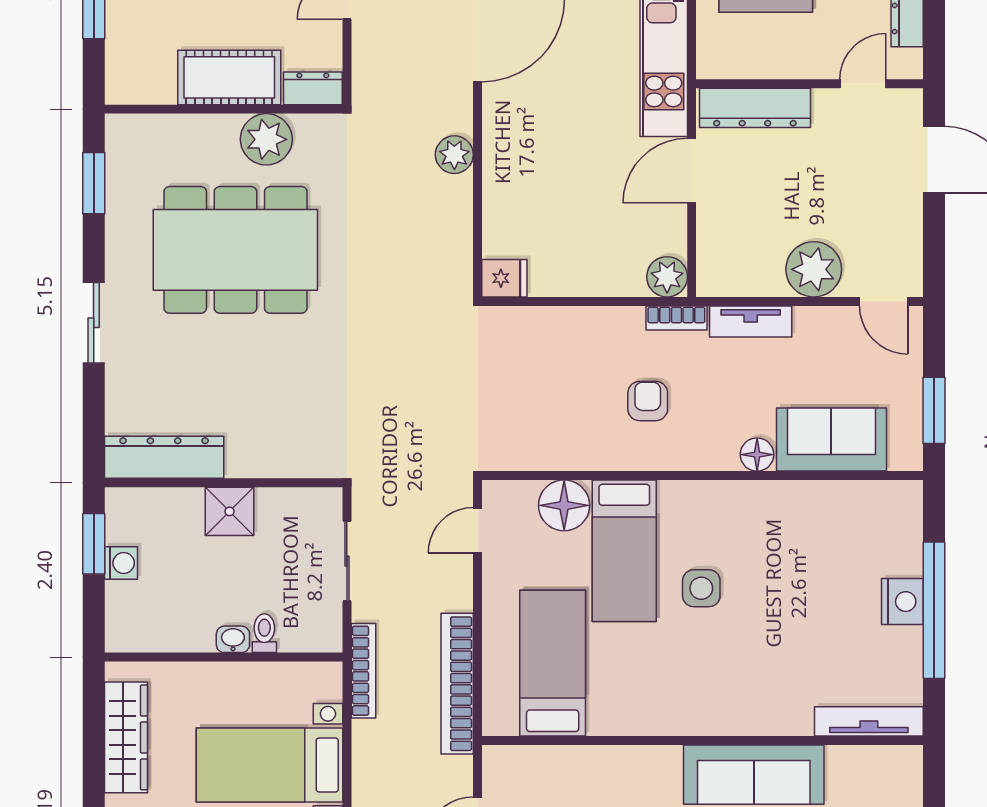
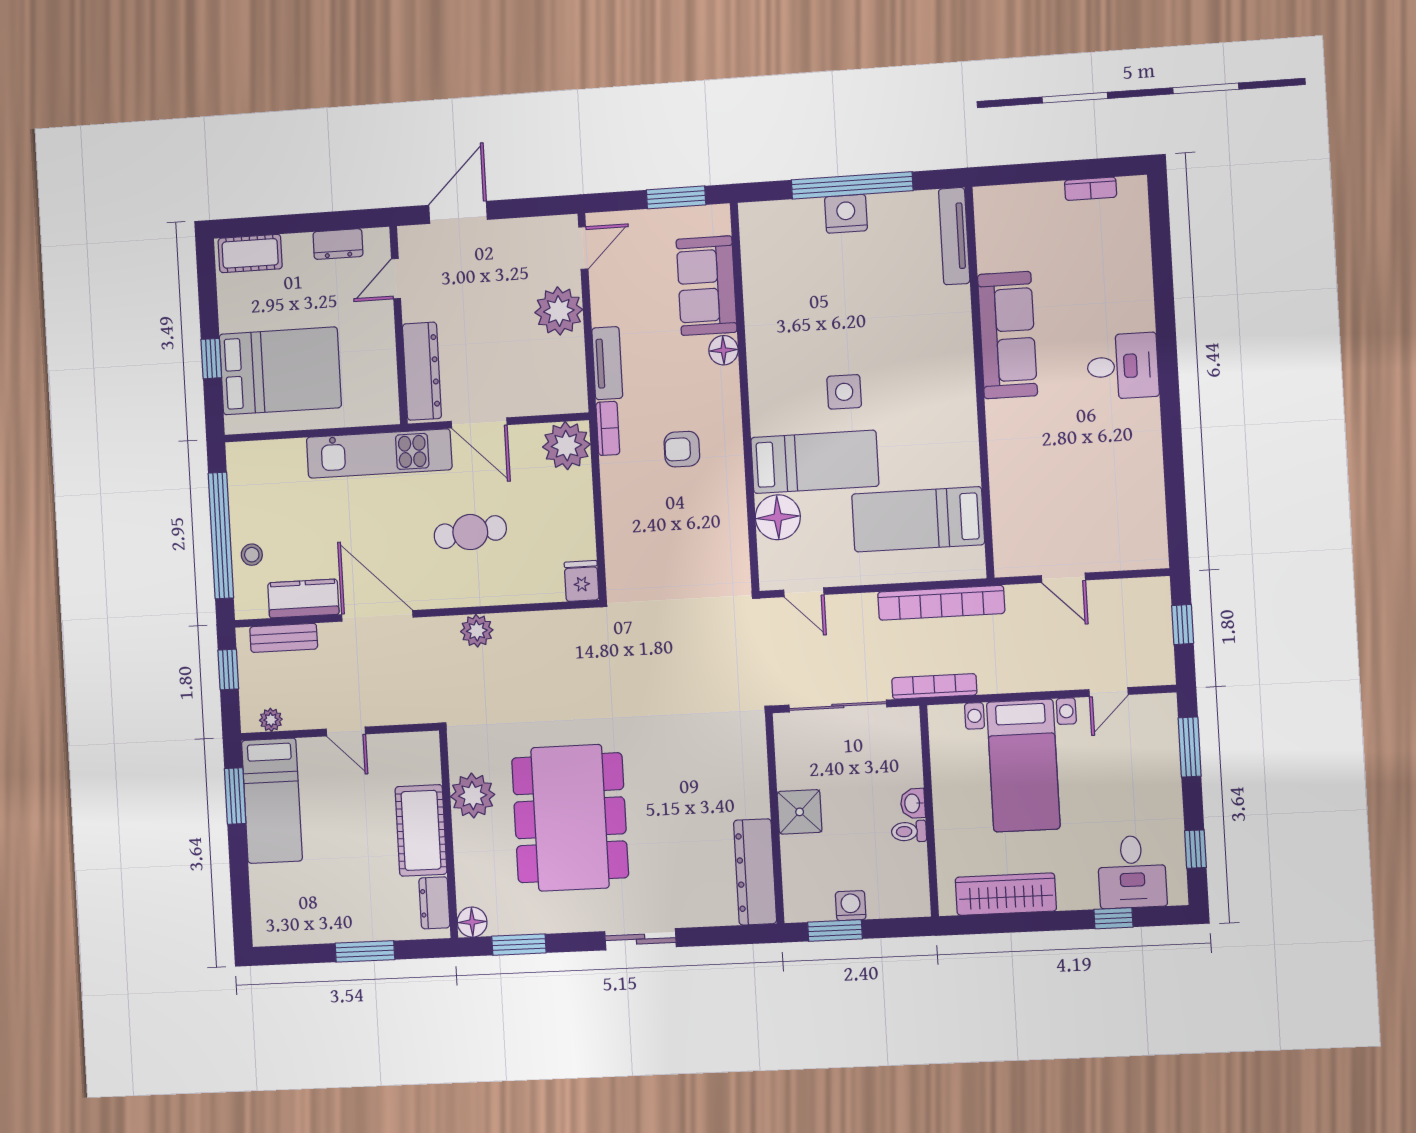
door: (863, 84) -> (396, 279), hinge flipped
dresser: (313, 88) -> (434, 903), moved
floor lamp: (122, 131) -> (472, 922), added
cafe table: (568, 153) -> (470, 532), added
plant: (667, 277) -> (566, 446), width x1.36, depth x1.36
sliding door: (347, 561) -> (838, 706), width x1.37
toilet: (264, 633) -> (909, 831), moved

